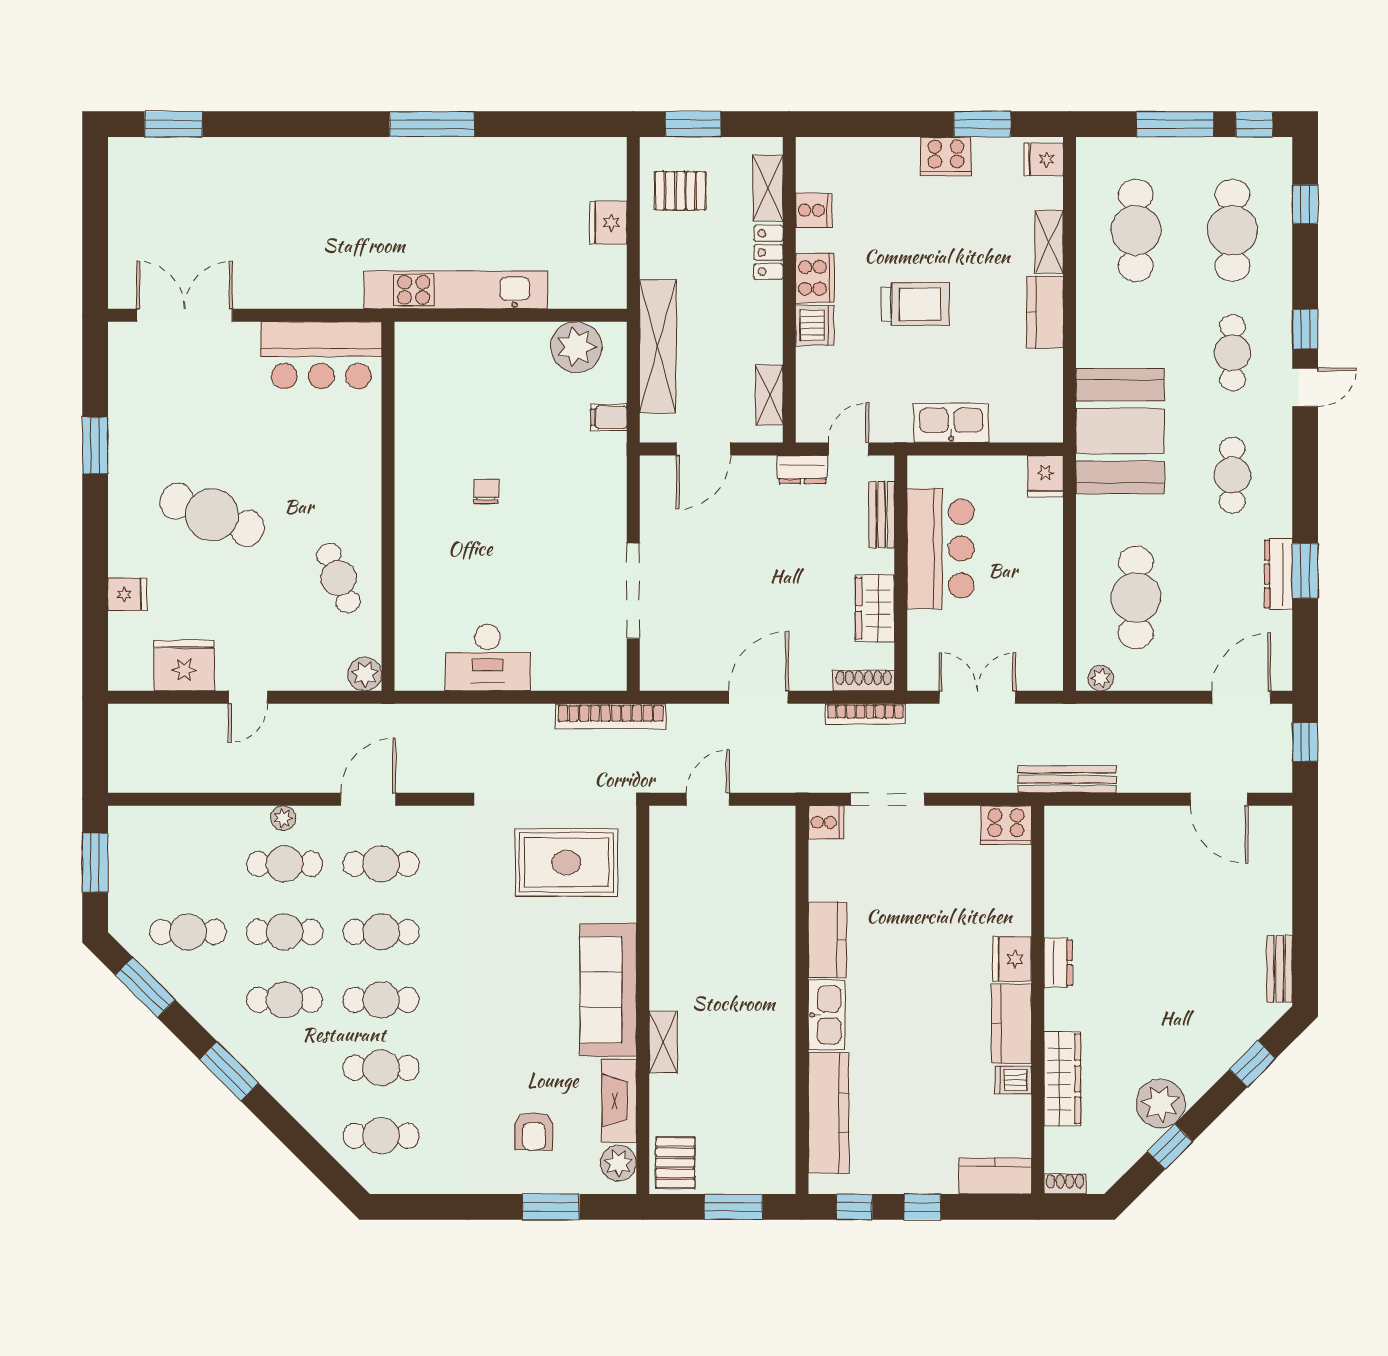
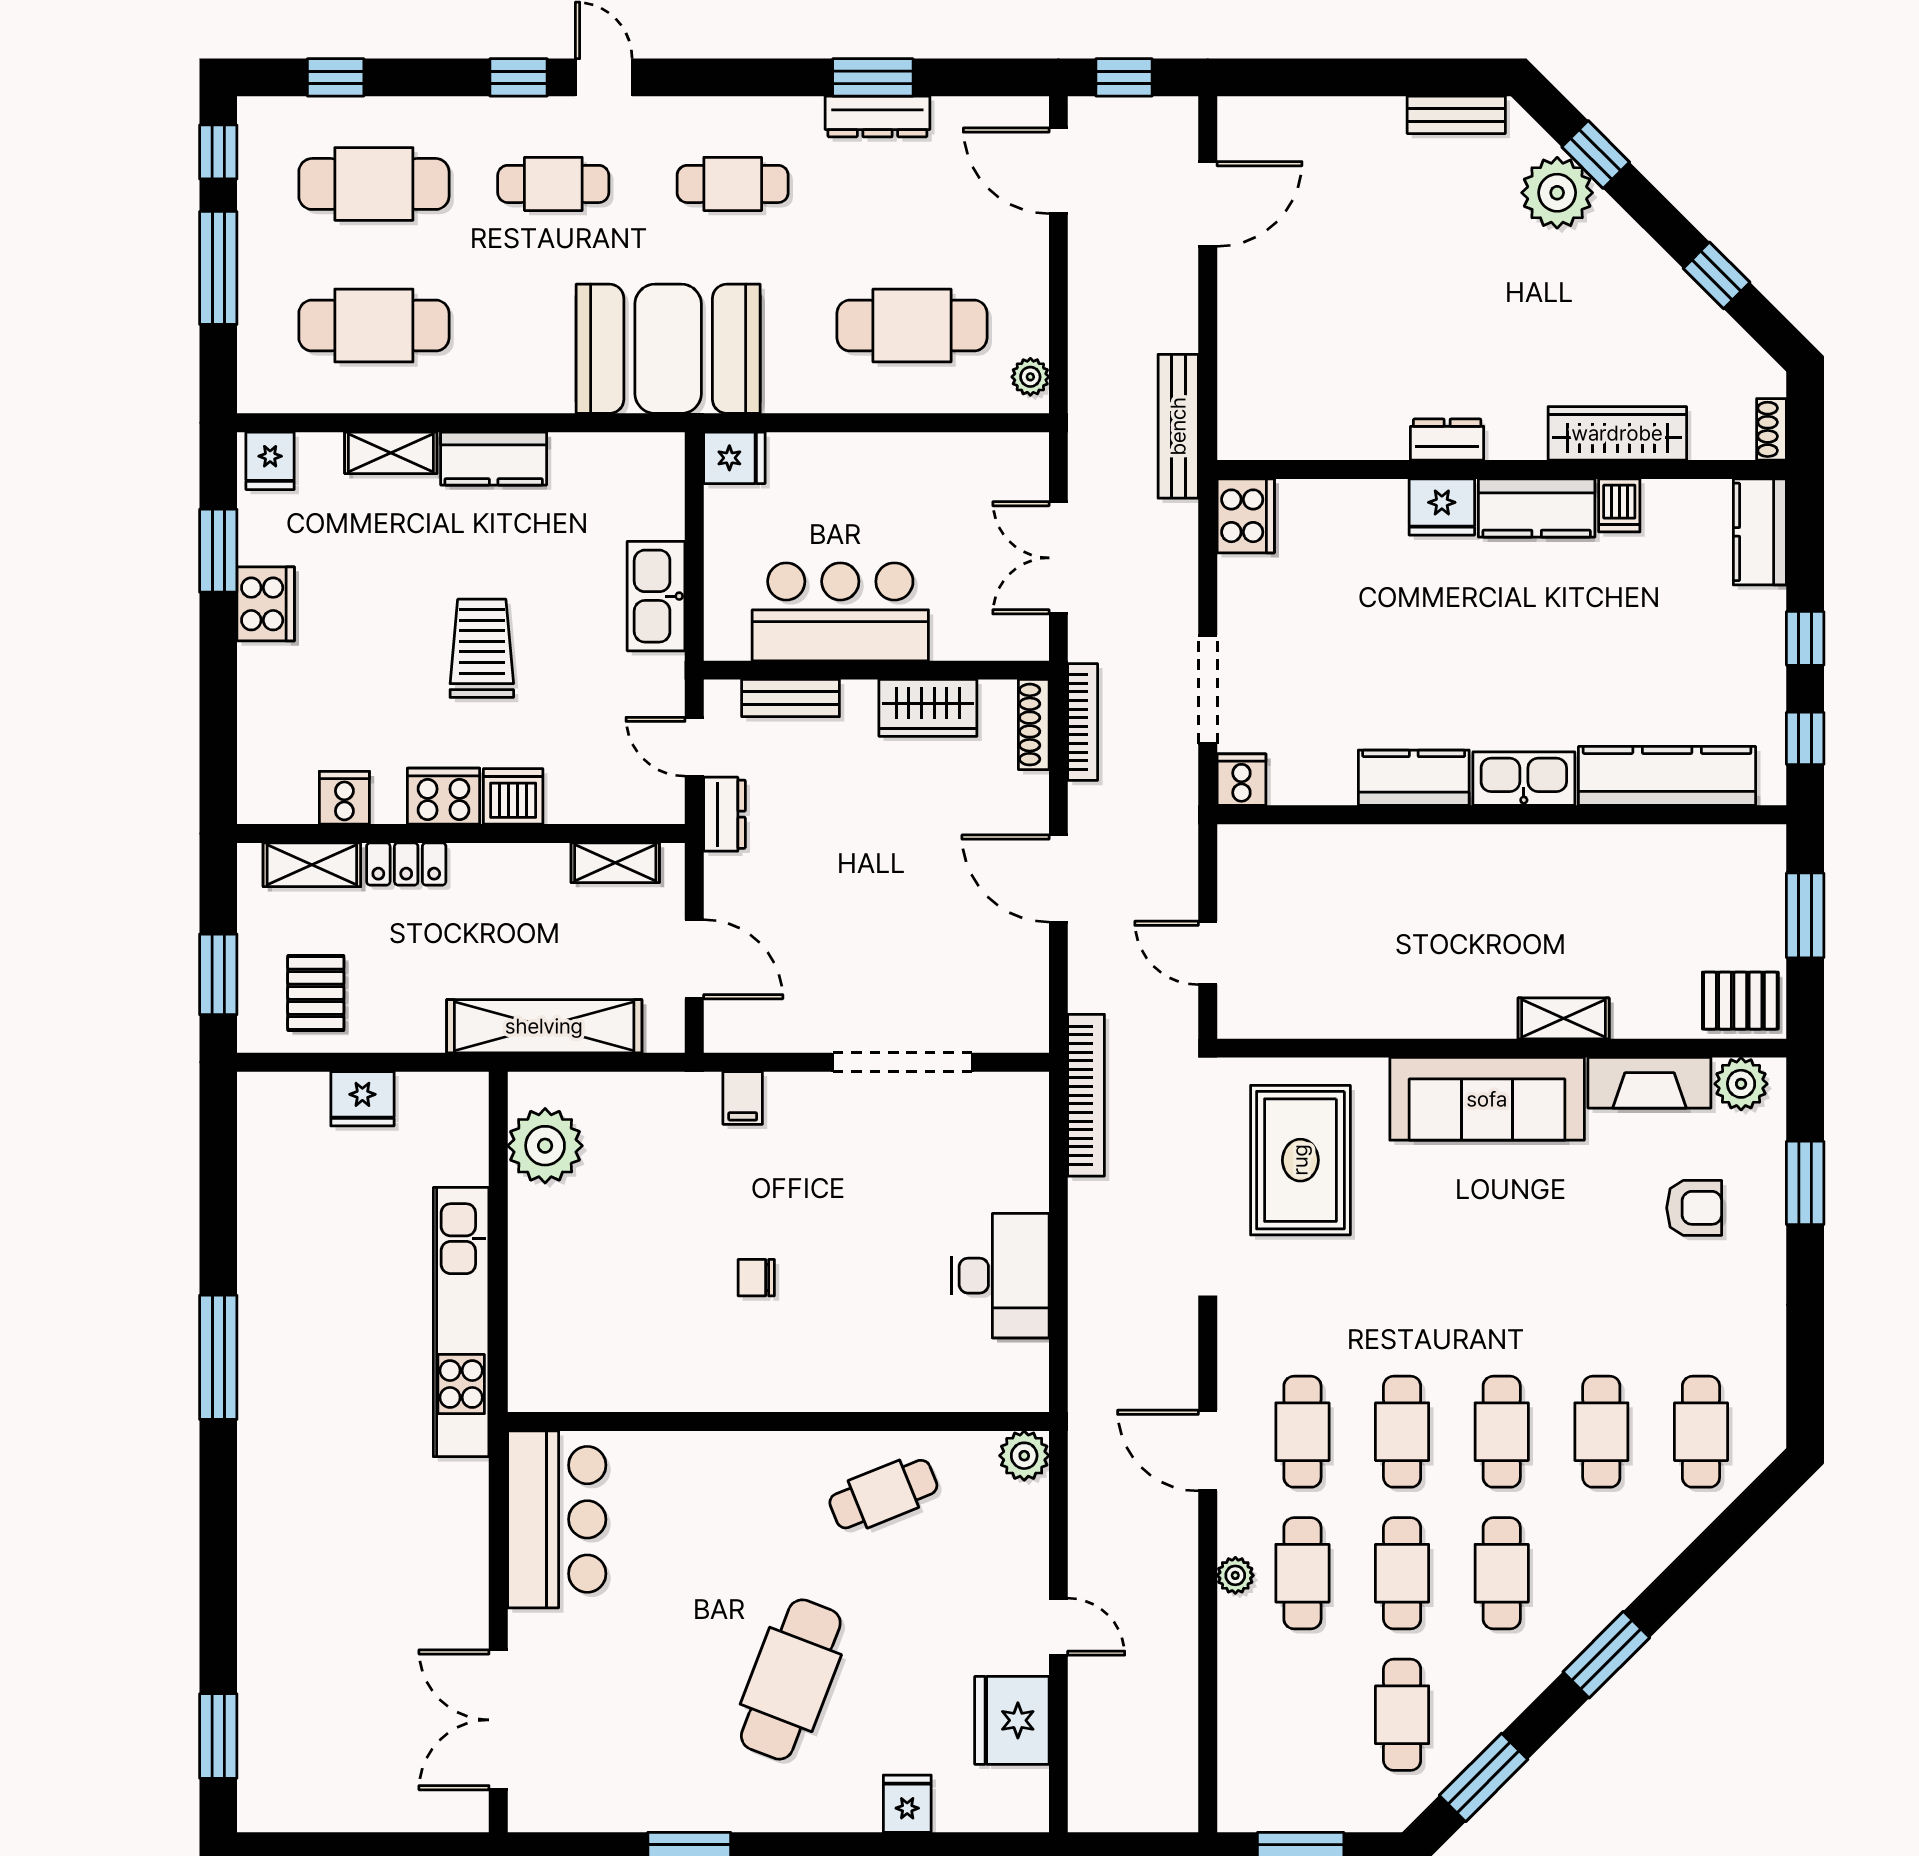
filing cabinet: (609, 417) -> (743, 1098), moved
plant: (1161, 1103) -> (1557, 193), moved

